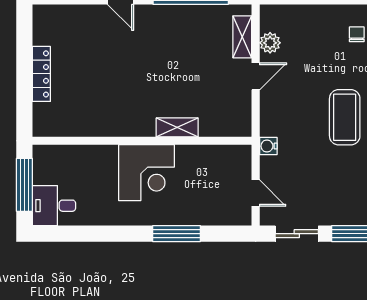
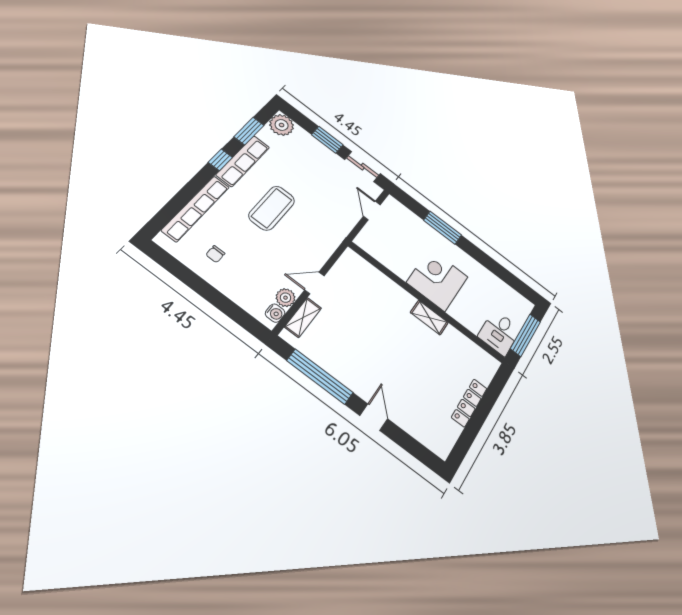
shelving: (177, 127) -> (429, 318), moved
water cooler: (268, 146) -> (275, 313), moved
desk: (54, 206) -> (499, 333), moved, turned 90

